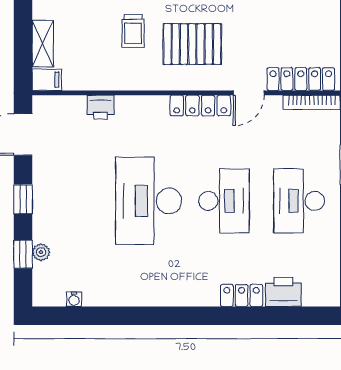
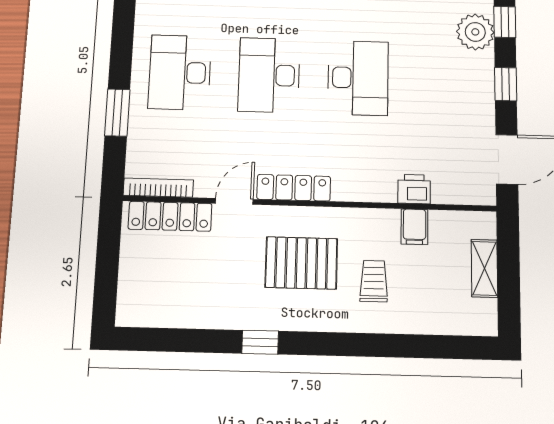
filing cabinet: (47, 80) -> (414, 227), moved, turned -90
desk: (149, 201) -> (358, 78), width x0.73, depth x0.77
desk: (299, 201) -> (180, 72), turned 180
plant: (41, 252) -> (475, 32), width x1.88, depth x1.88

